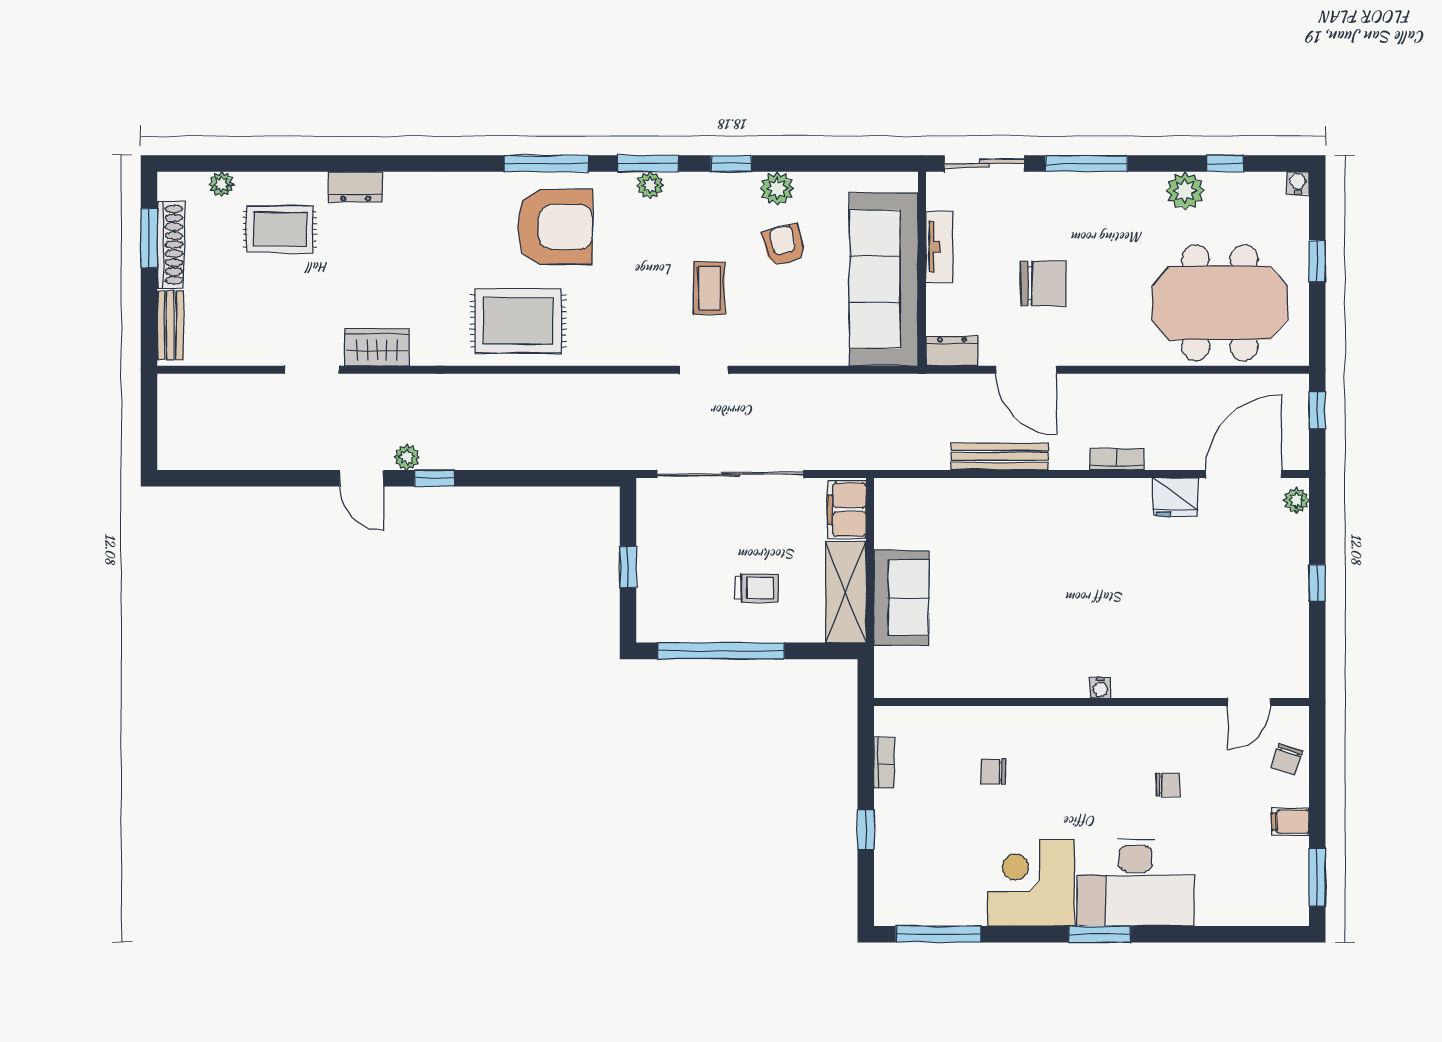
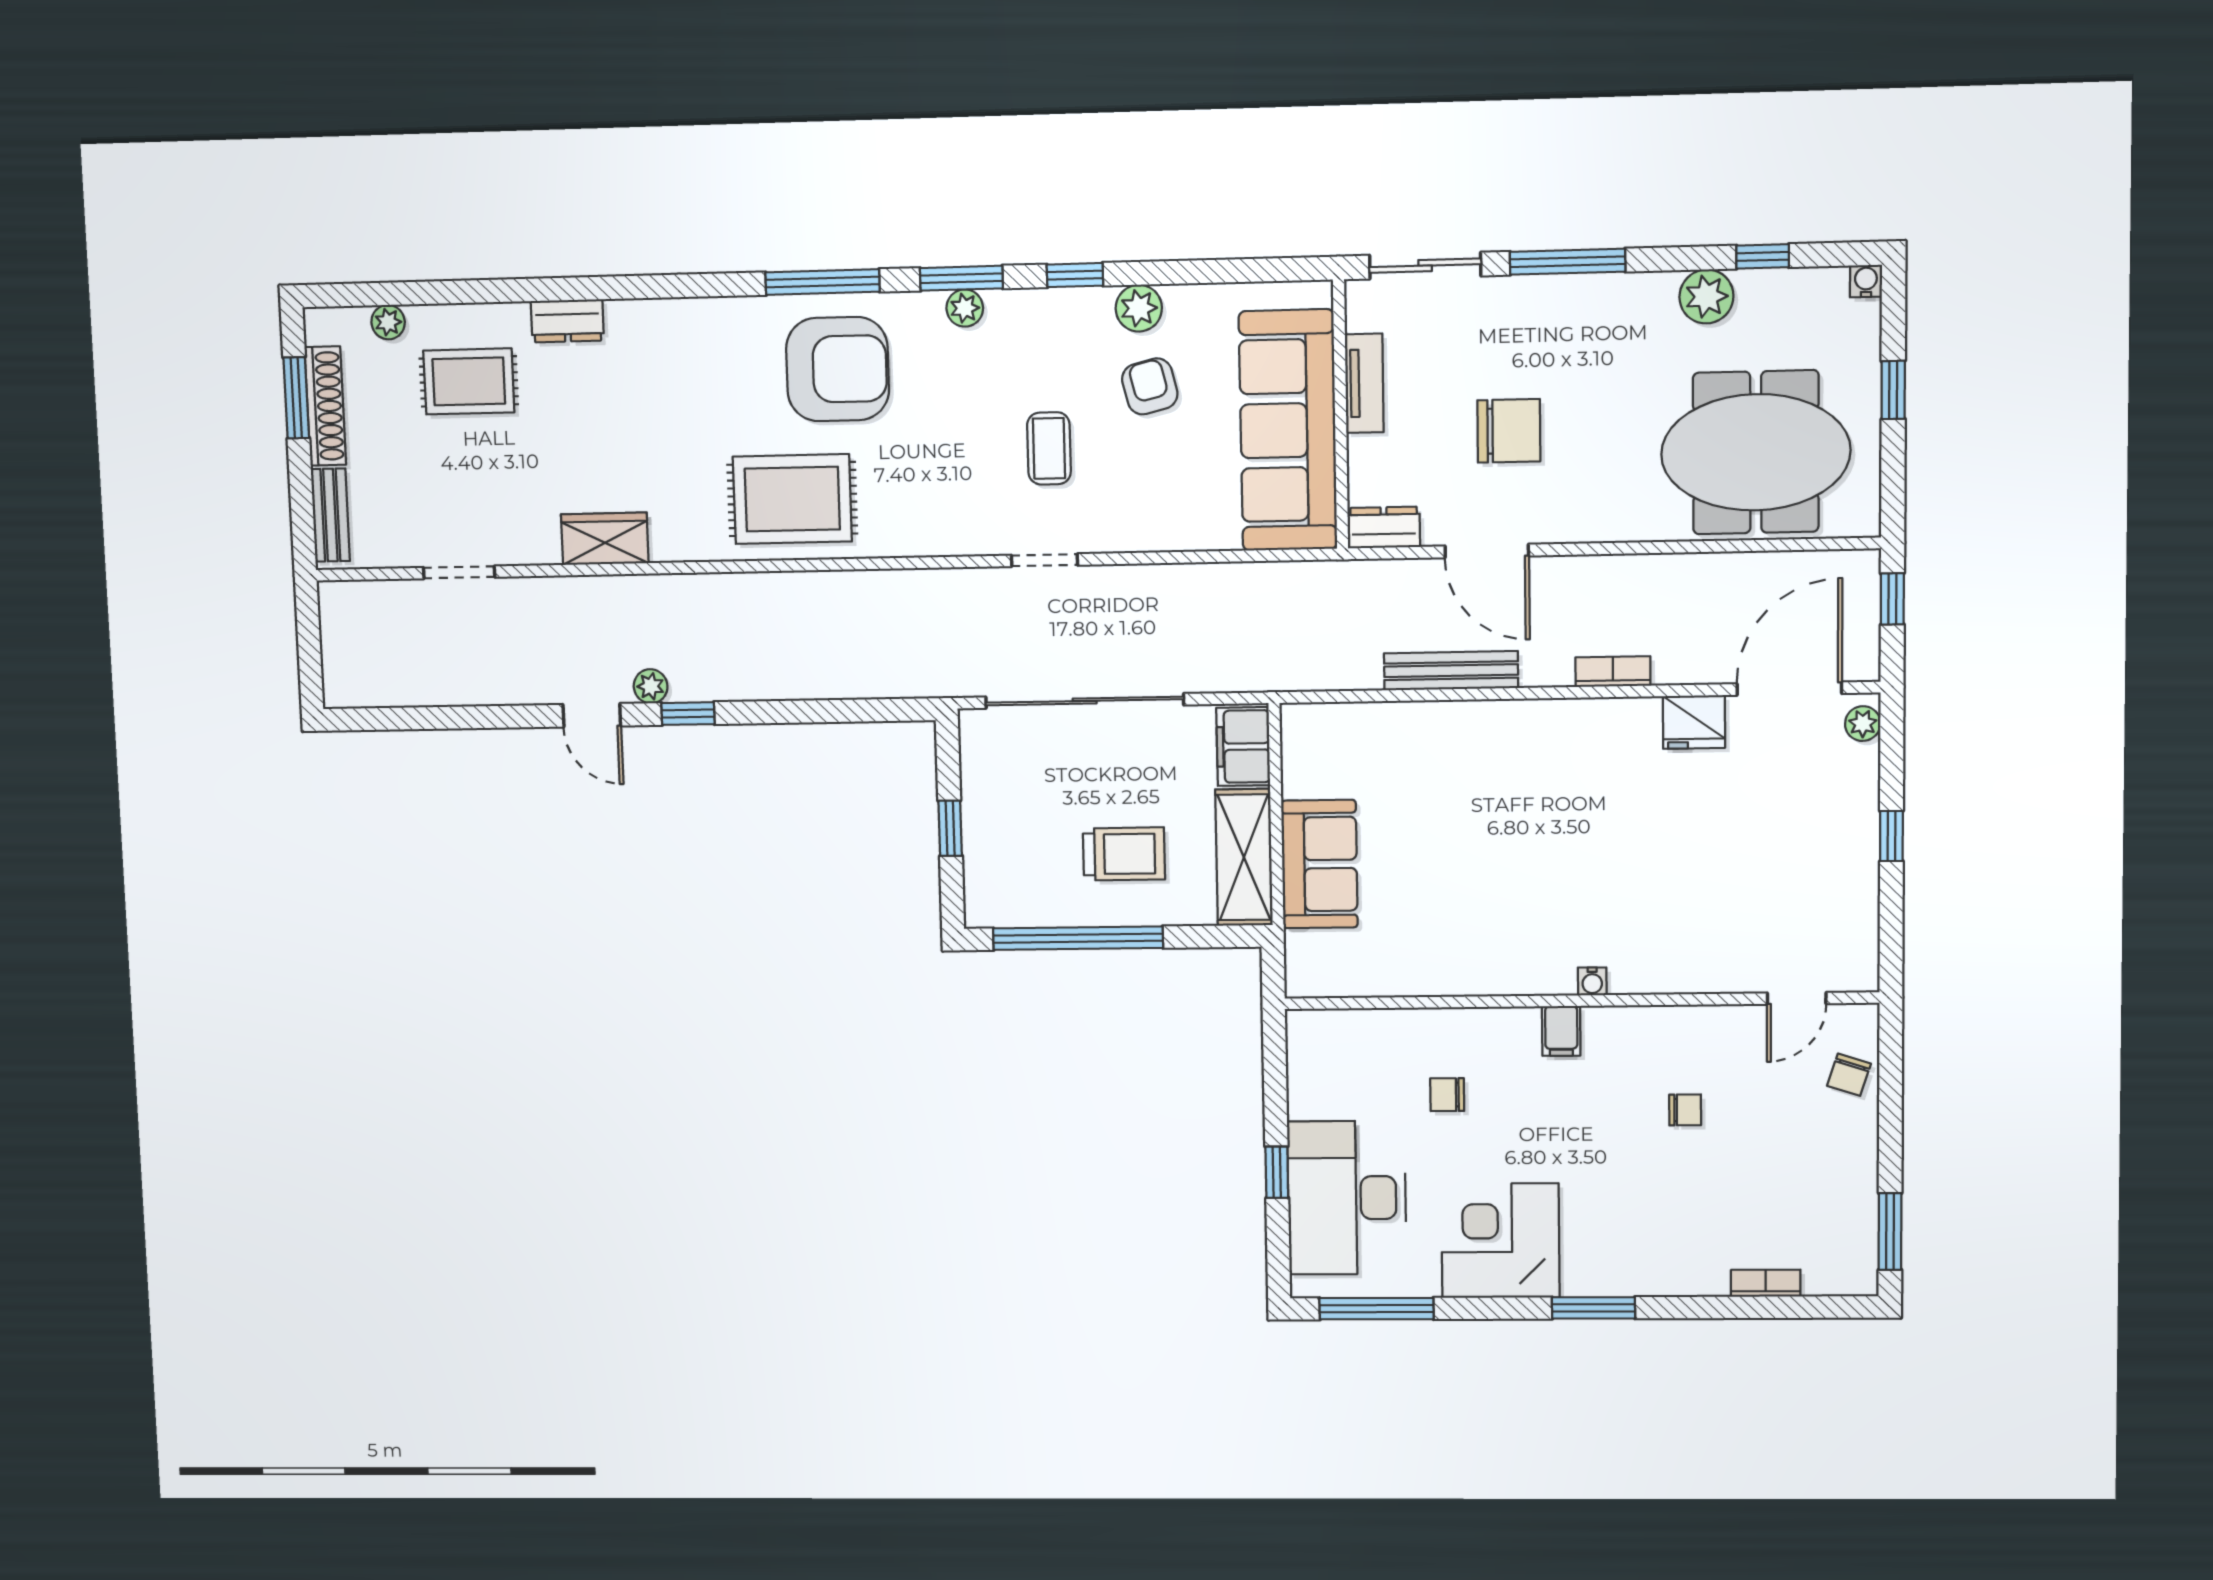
doorway: (312, 370) -> (459, 572), moved
trolley: (757, 588) -> (1124, 854), width x1.36, depth x1.39
bookcase: (884, 763) -> (1766, 1283), moved, turned -90
filing cabinet: (1290, 822) -> (1561, 1031), moved, turned -90
desk: (1136, 882) -> (1347, 1198), moved, turned 90

